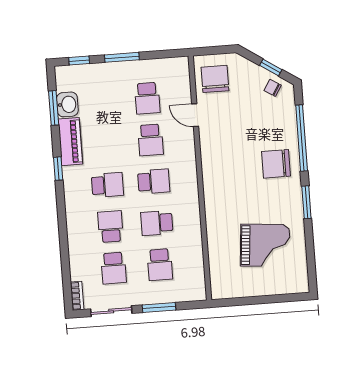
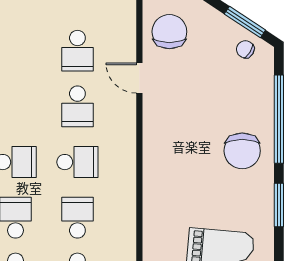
window: (271, 67) -> (245, 22), width x1.50
chair: (276, 164) -> (242, 151), turned -90
school desk: (157, 223) -> (77, 218), turned 90

